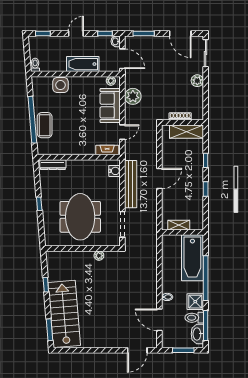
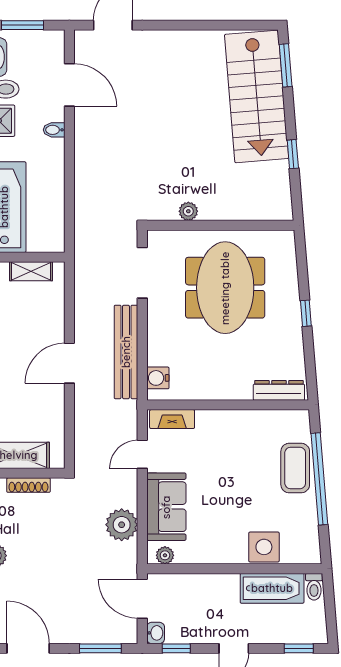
bathtub: (83, 64) -> (272, 588), moved

